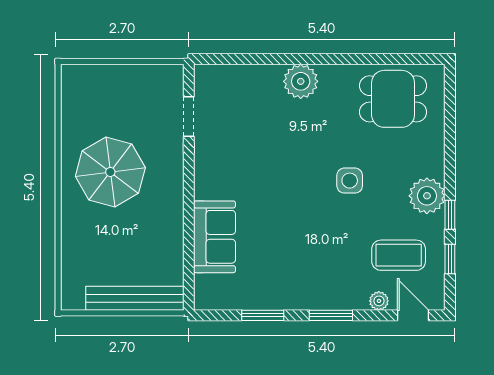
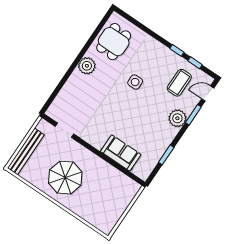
plant: (301, 81) -> (87, 66), moved
plant: (427, 196) -> (163, 55), removed
bench: (135, 298) -> (26, 151), moved
plant: (379, 301) -> (177, 118), moved, width x1.87, depth x1.87
window: (331, 315) -> (193, 115), moved

